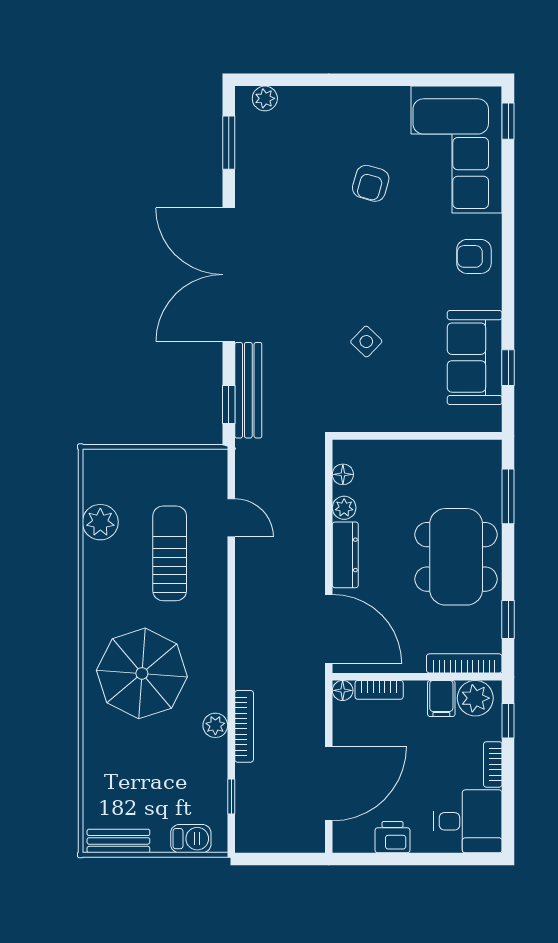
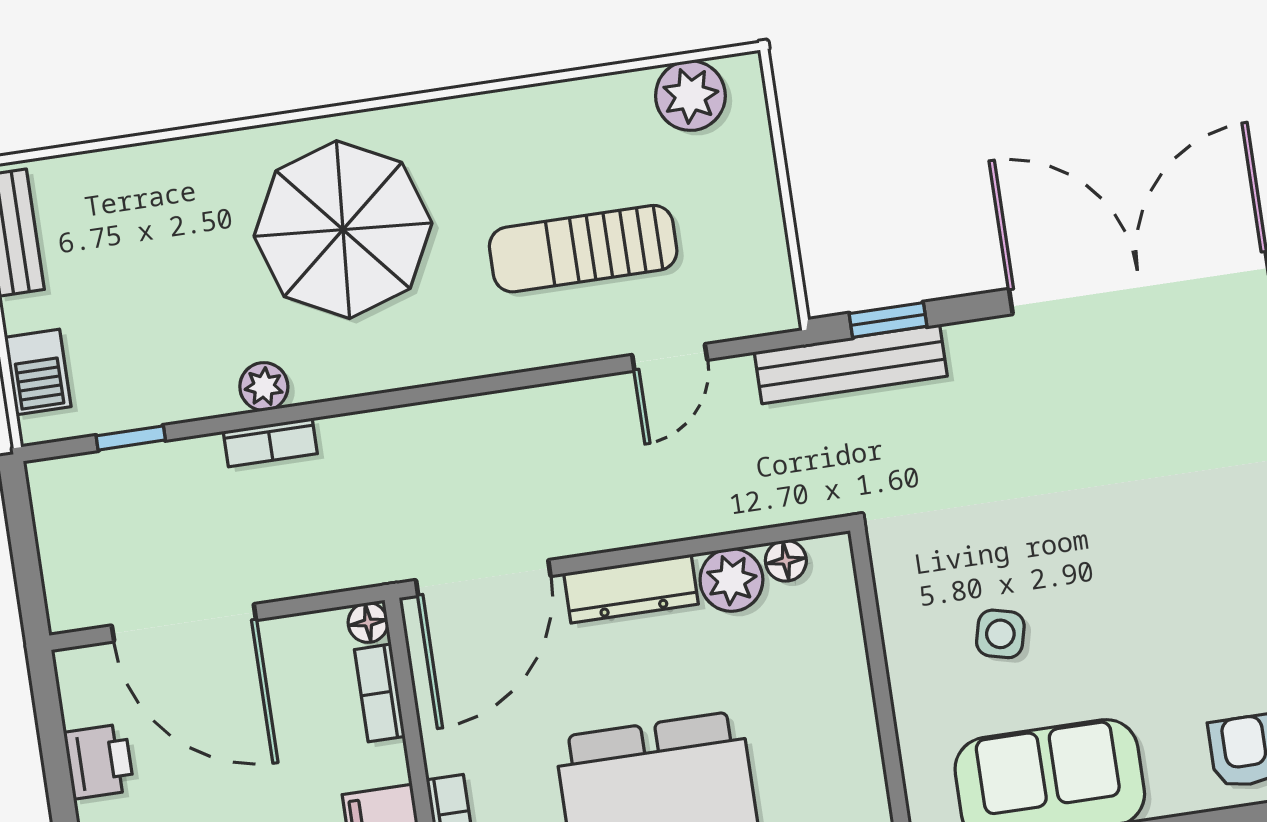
side table: (366, 342) -> (1000, 634), moved, turned -30
bench: (248, 390) -> (851, 364), moved
plant: (344, 508) -> (731, 580), width x1.38, depth x1.38
plant: (100, 522) -> (690, 96), moved
sun lounger: (170, 553) -> (583, 249), turned 180
bookcase: (244, 726) -> (270, 442), width x0.64

